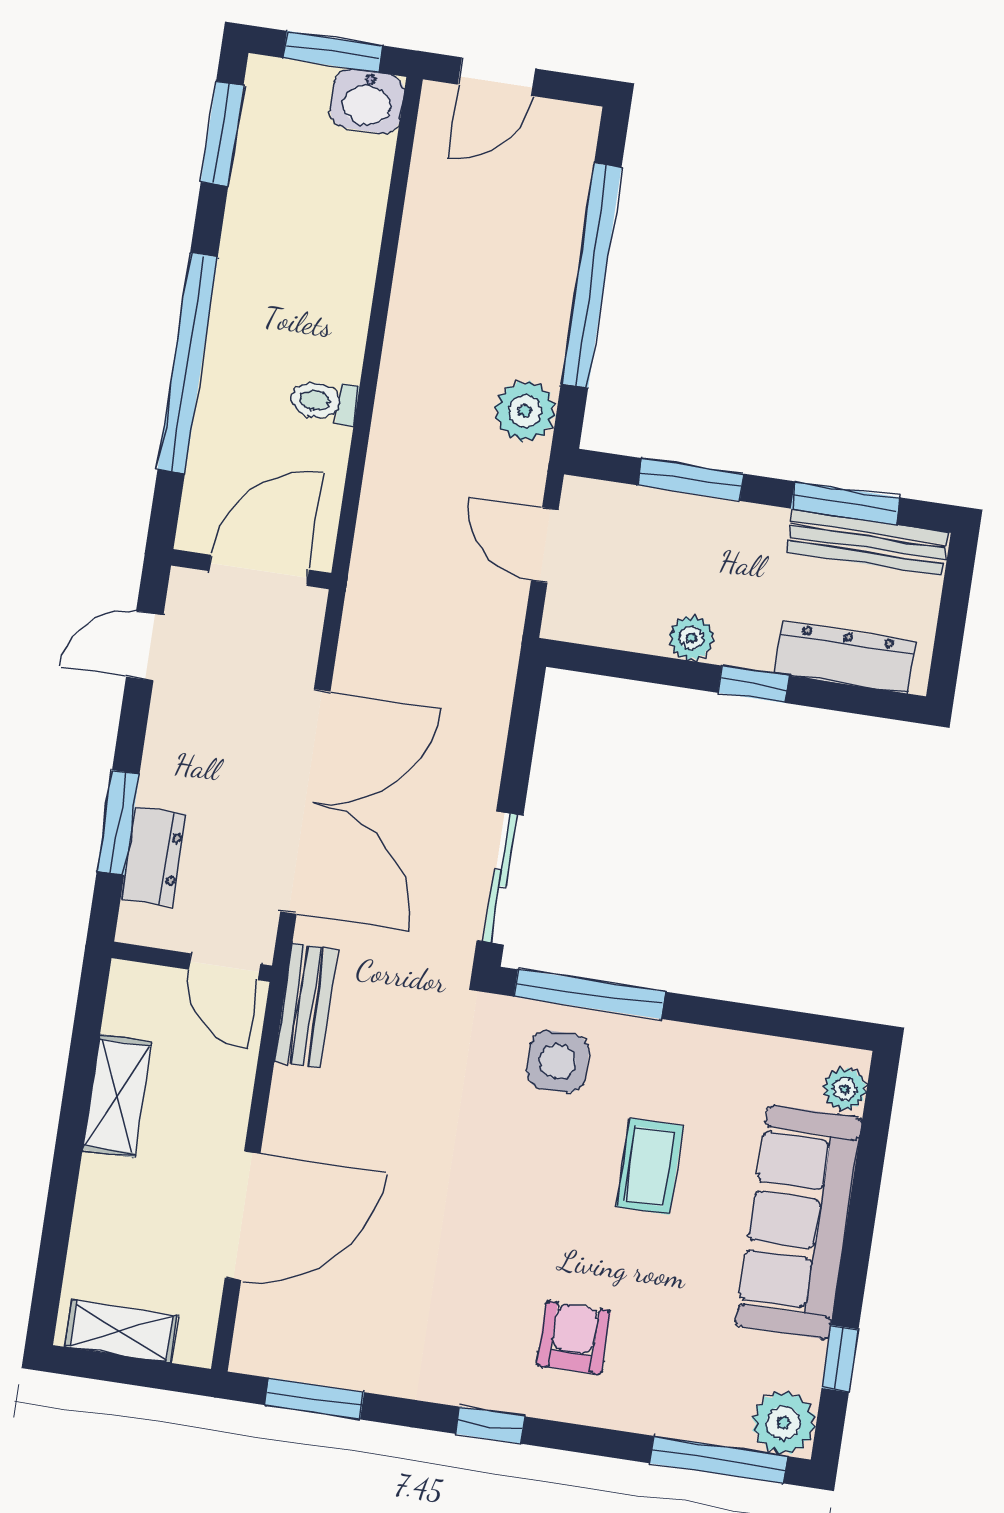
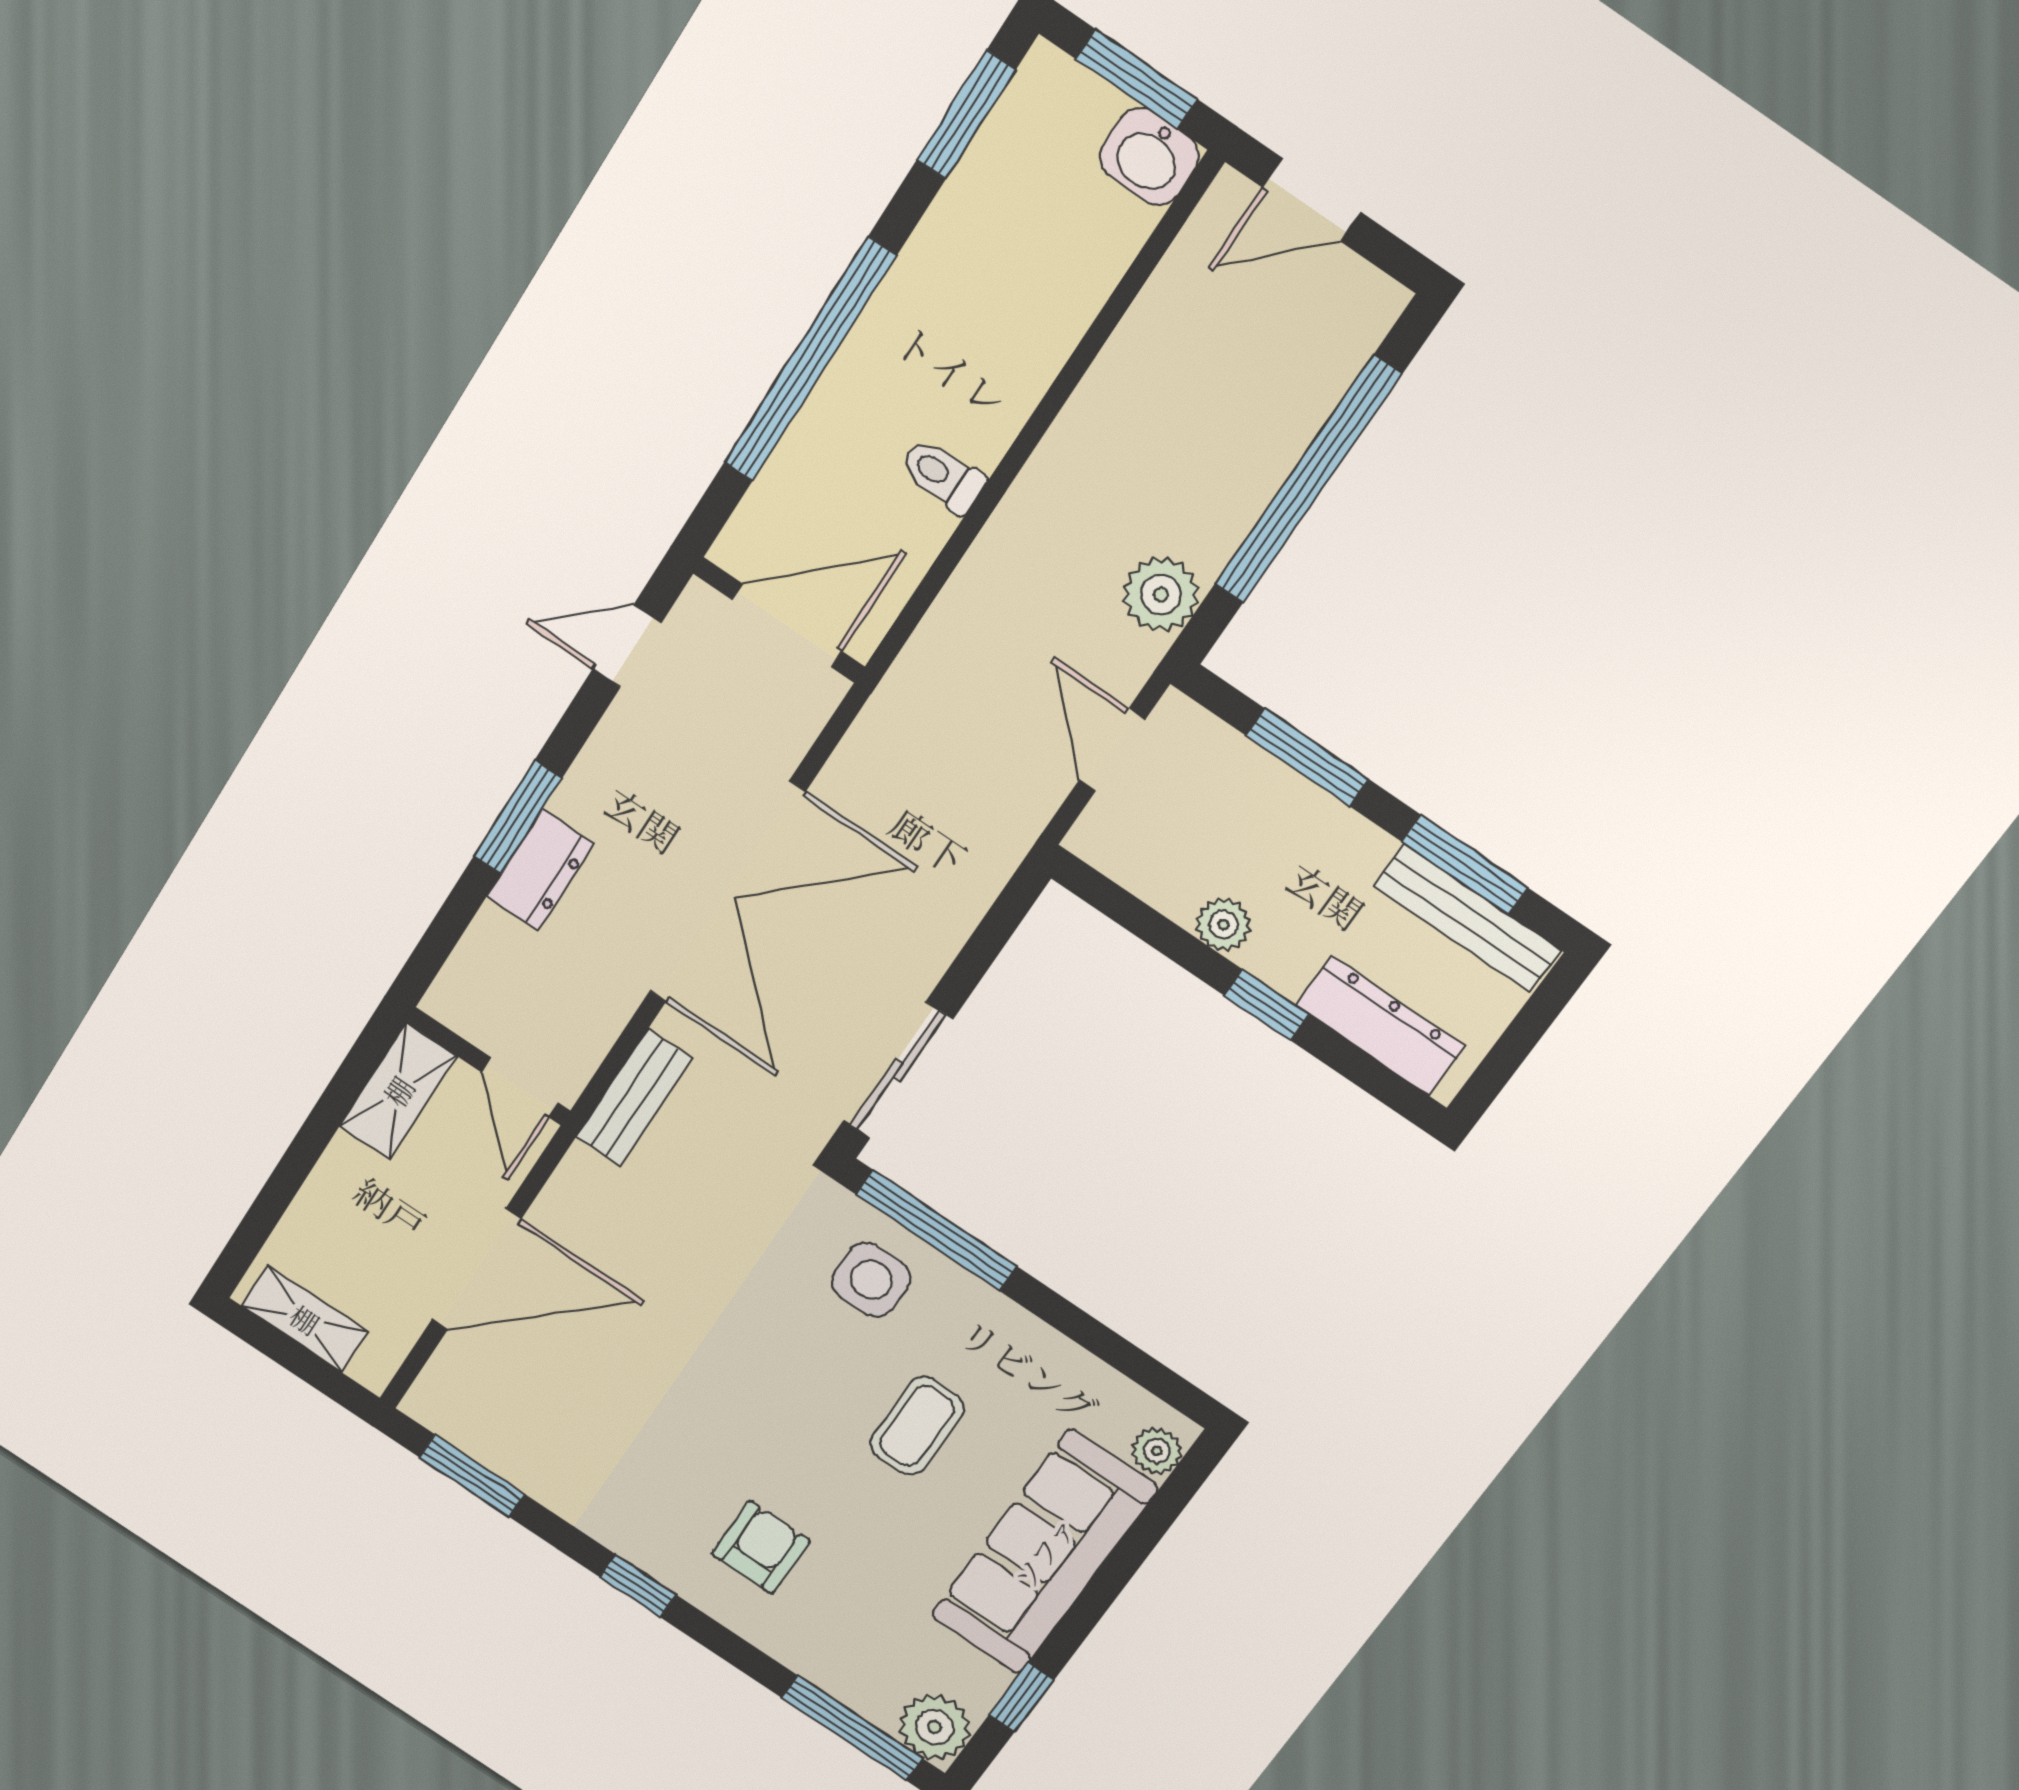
wall: (192, 962) -> (488, 1066), moved
door: (224, 967) -> (520, 1088), moved

